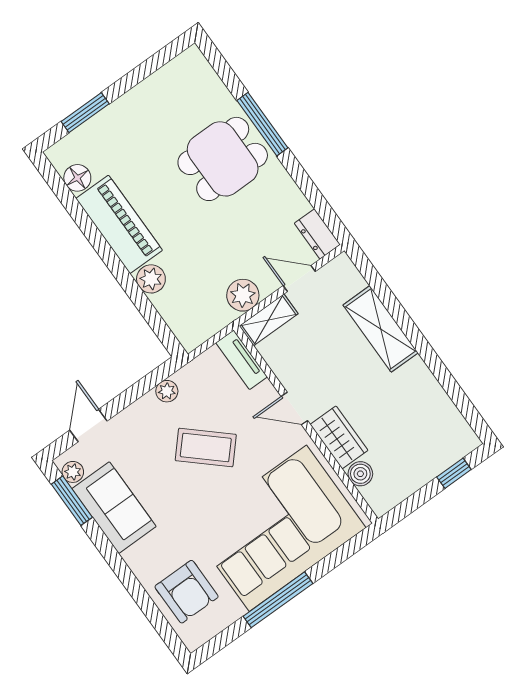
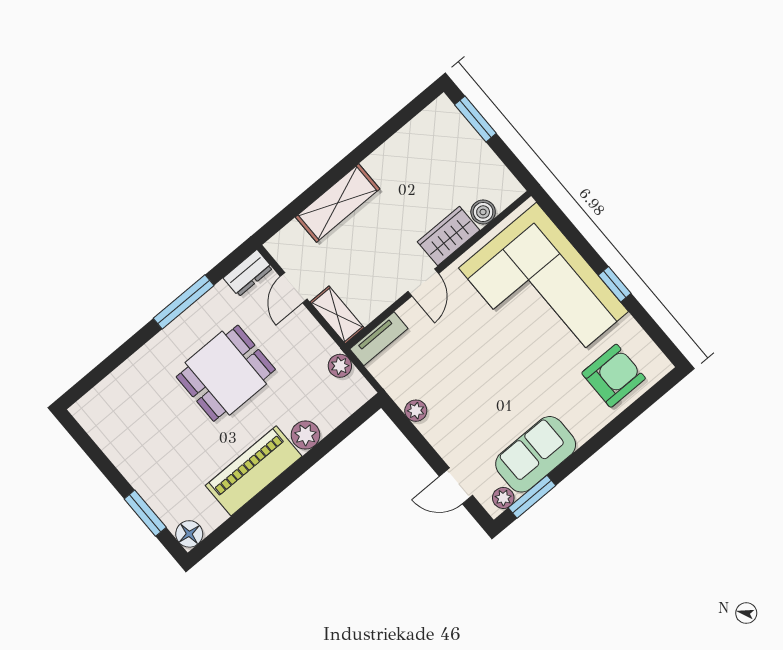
window: (262, 124) -> (184, 302), moved
dining table: (223, 159) -> (226, 373), moved, turned 90
floor lamp: (77, 178) -> (189, 534), moved
plant: (243, 295) -> (340, 366), moved, width x0.73, depth x0.73
coffee table: (206, 447) -> (469, 368), removed
window: (454, 473) -> (475, 119), width x1.50
window: (278, 600) -> (615, 284), width x0.46

